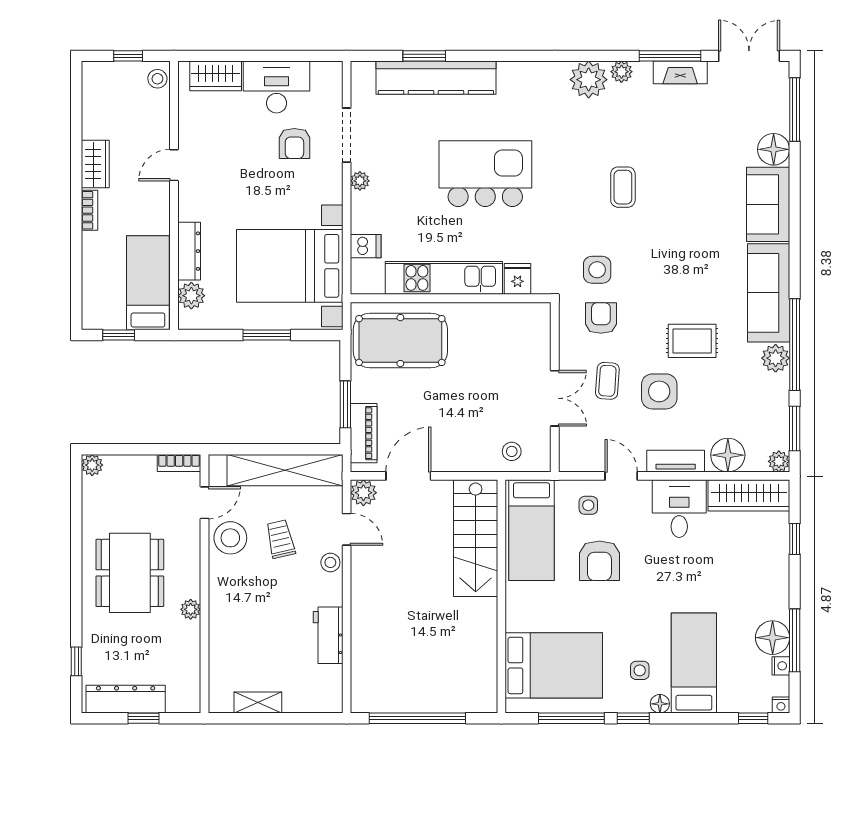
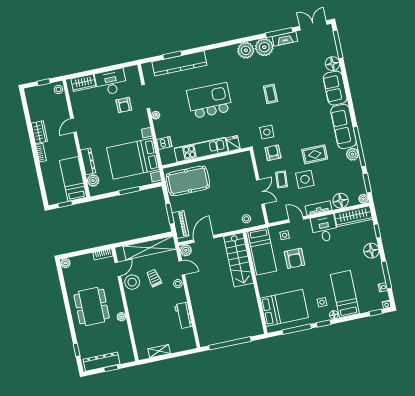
plant: (621, 72) -> (264, 47), width x1.87, depth x1.87
floor lamp: (773, 638) -> (371, 251), moved

